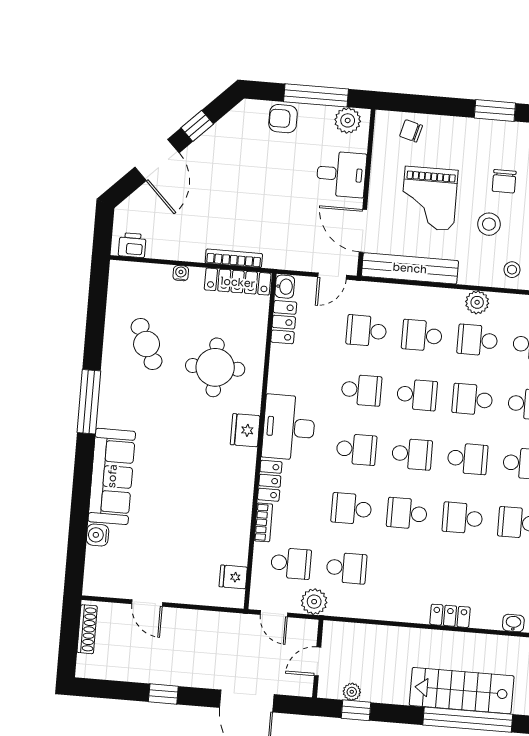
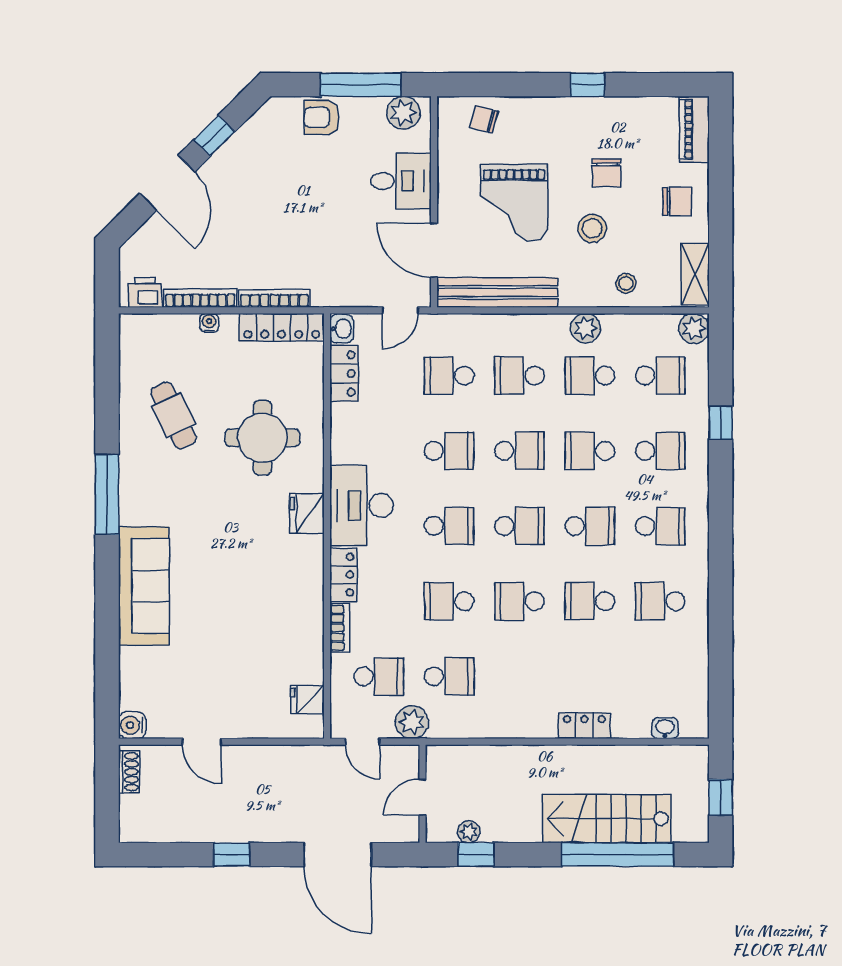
window: (495, 110) -> (587, 85), width x0.67
bookcase: (175, 253) -> (200, 298), added
water cooler: (98, 535) -> (132, 725), moved
shoe rack: (87, 629) -> (129, 772), width x0.70

